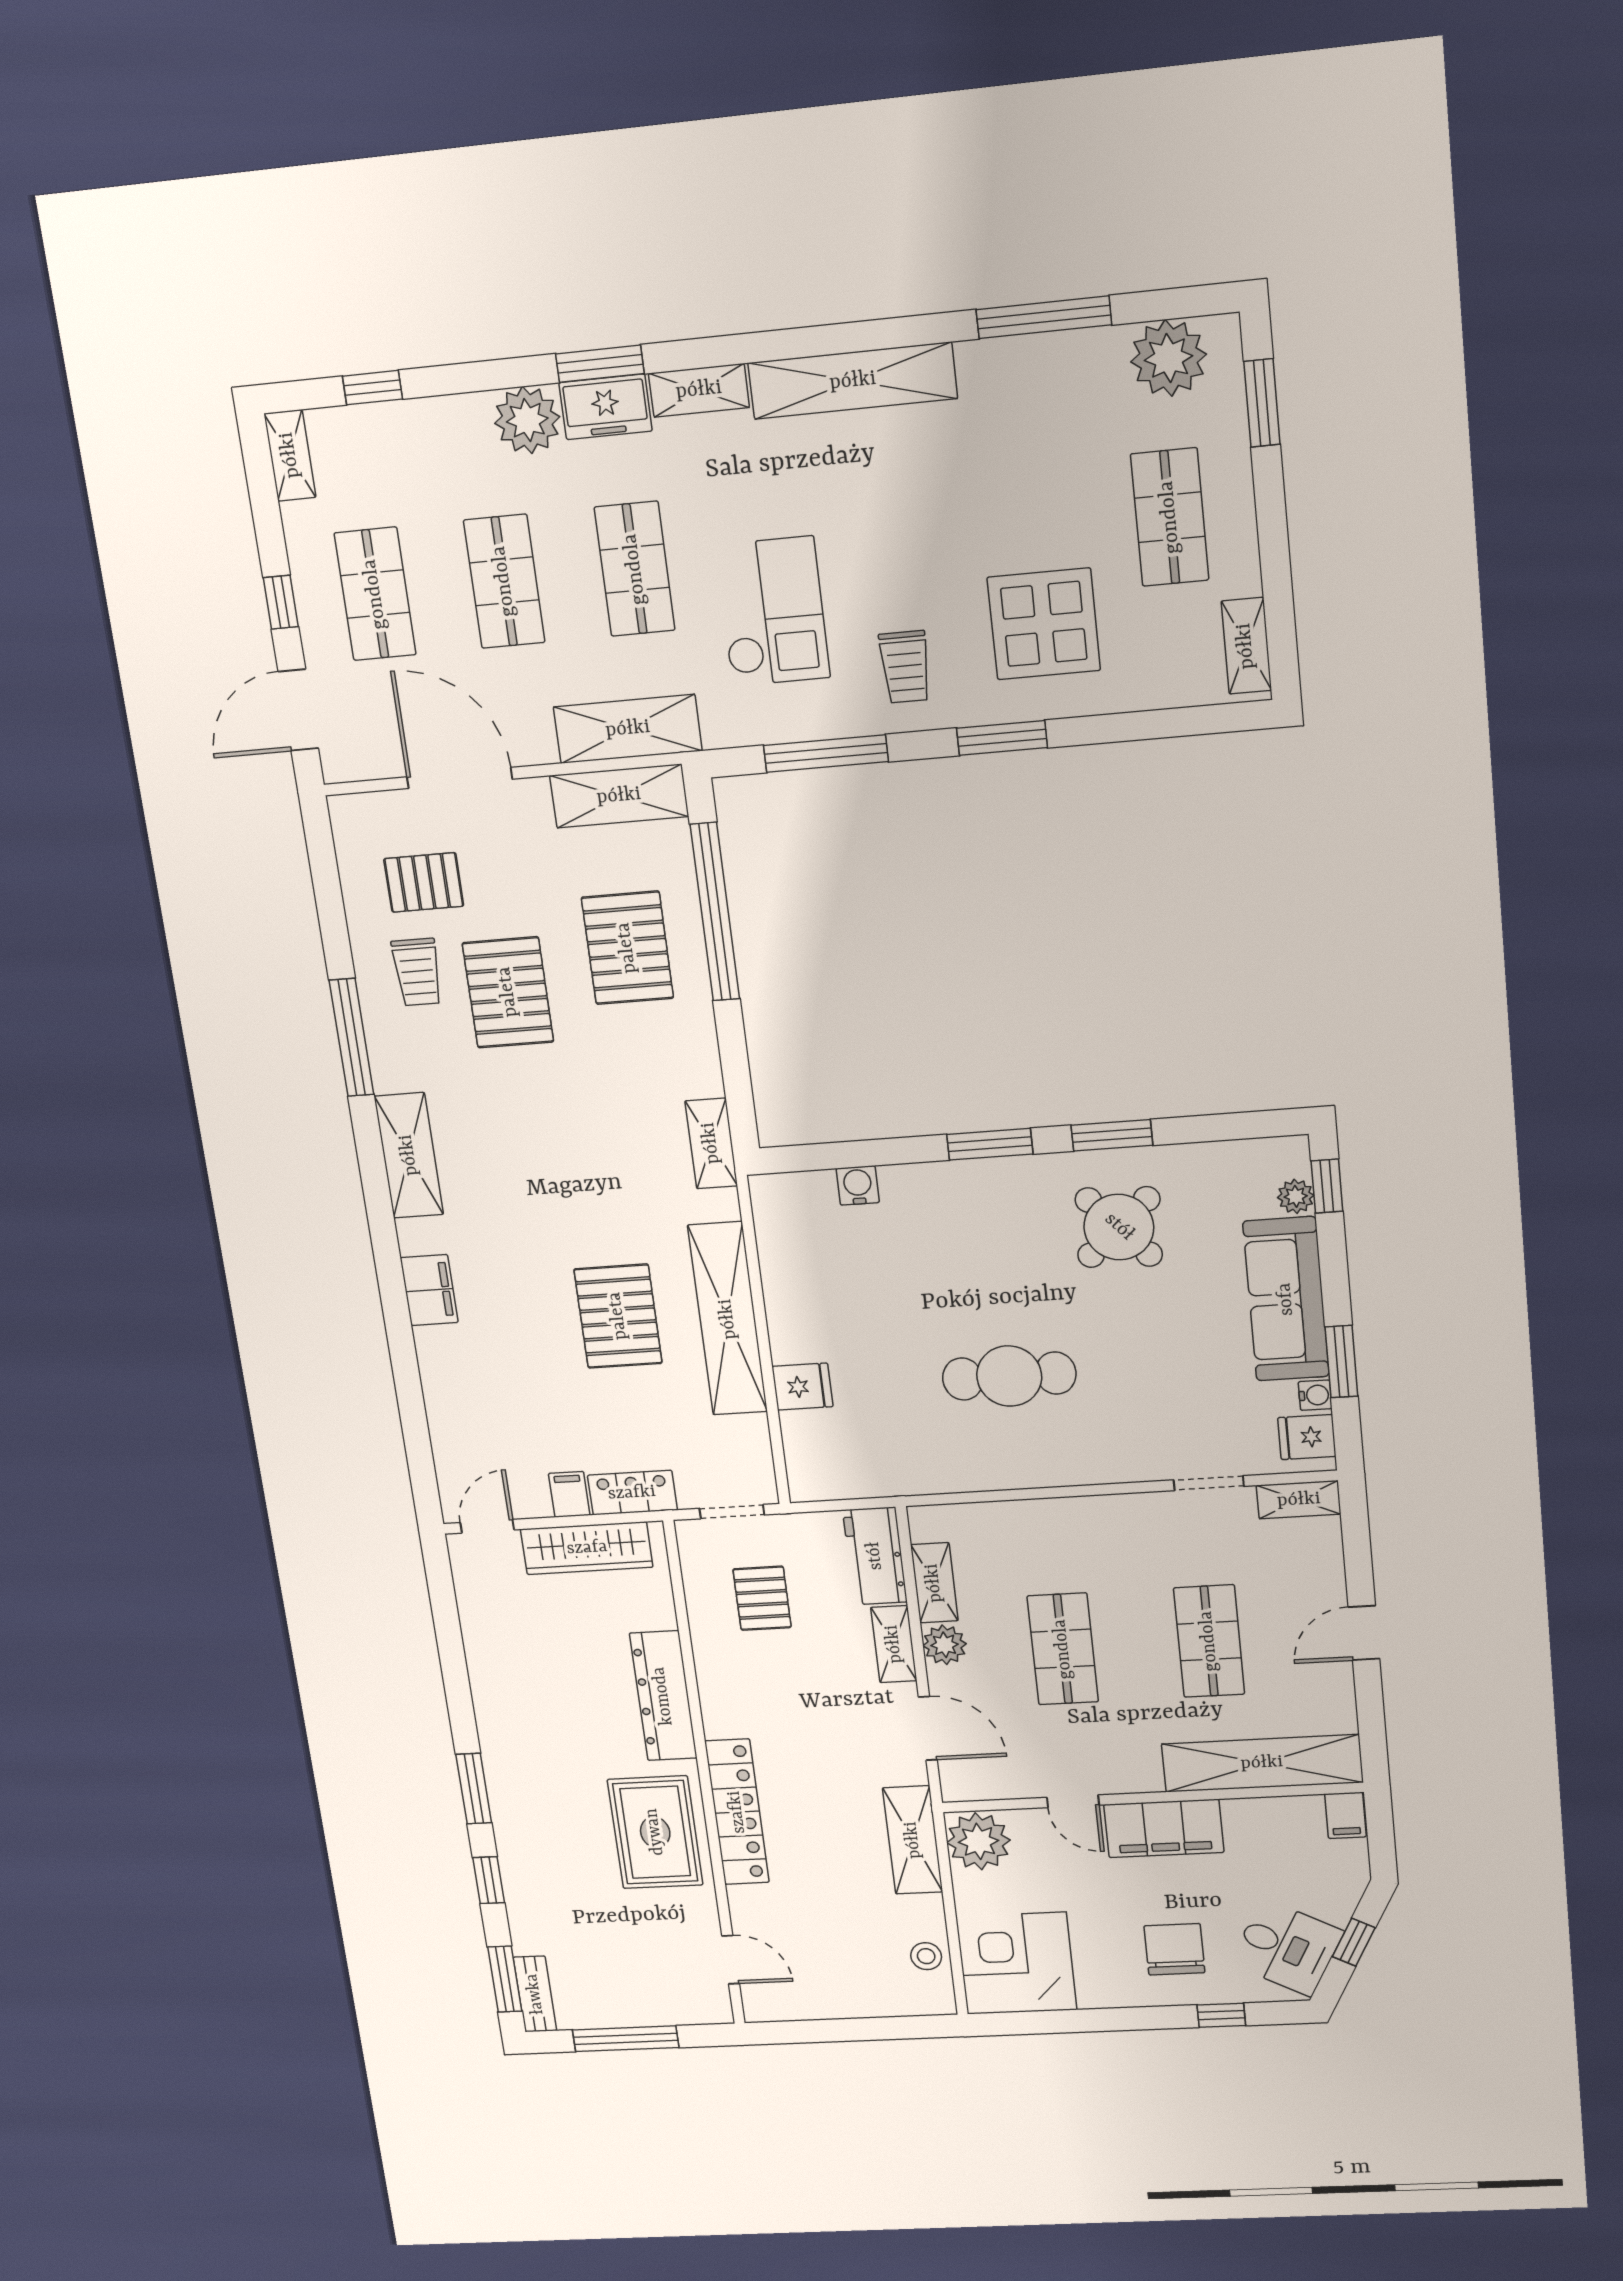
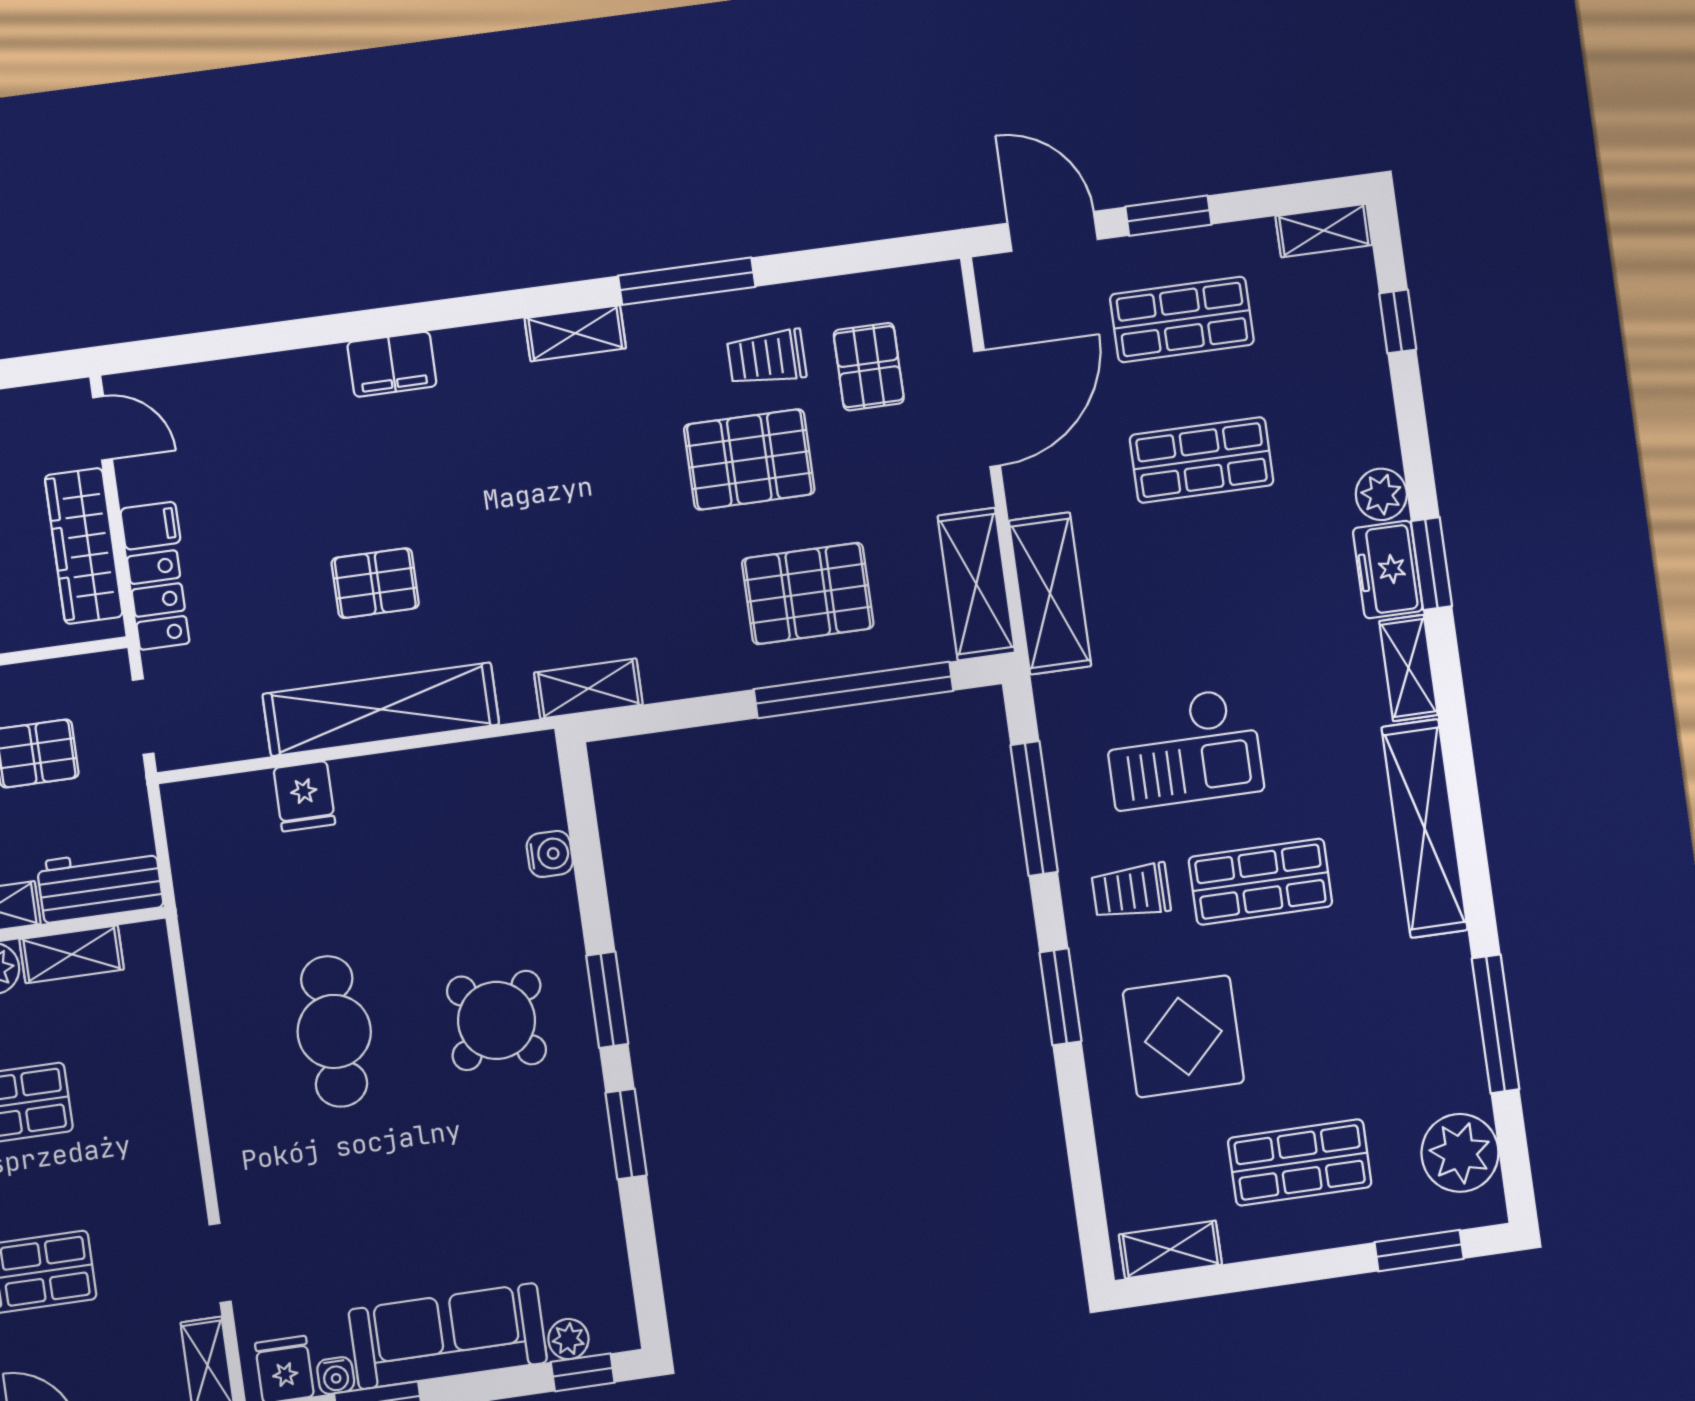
plant: (527, 420) -> (1381, 494), width x0.73, depth x0.73
shop shelf: (635, 569) -> (1260, 882), moved
window: (281, 602) -> (1168, 216), width x1.50
shelving: (409, 1155) -> (575, 333), width x0.67, depth x0.75
round table: (1119, 1227) -> (497, 1020), moved
pallet: (618, 1316) -> (375, 583), width x0.67, depth x0.71

